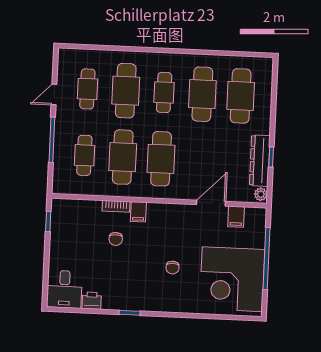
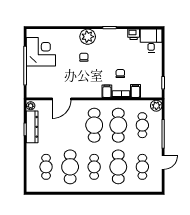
cafe table: (241, 96) -> (46, 167), width x0.73, depth x0.74
plant: (61, 185) -> (156, 106), added
filing cabinet: (236, 217) -> (135, 91), moved
corner desk: (232, 279) -> (41, 52), width x0.74, depth x0.74
plant: (165, 300) -> (88, 37), added

